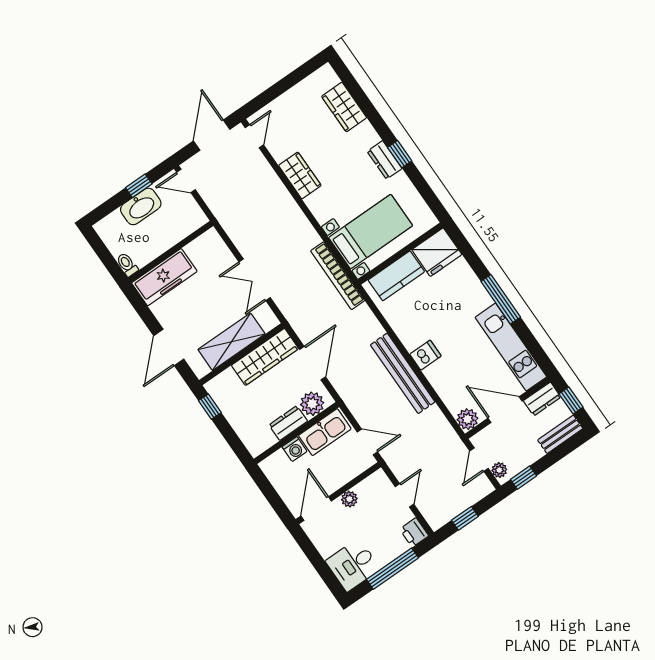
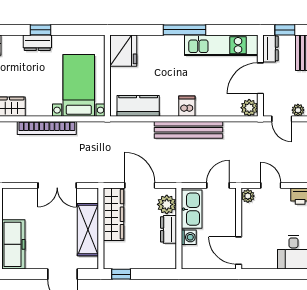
bookcase: (338, 276) -> (47, 128), moved
kitchen counter: (396, 276) -> (138, 106), moved, turned -90
plant: (349, 499) -> (248, 196), moved

